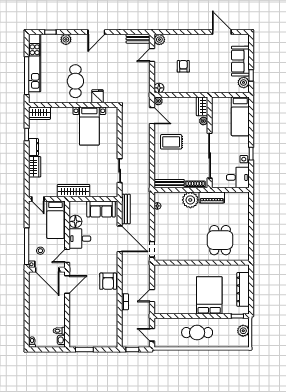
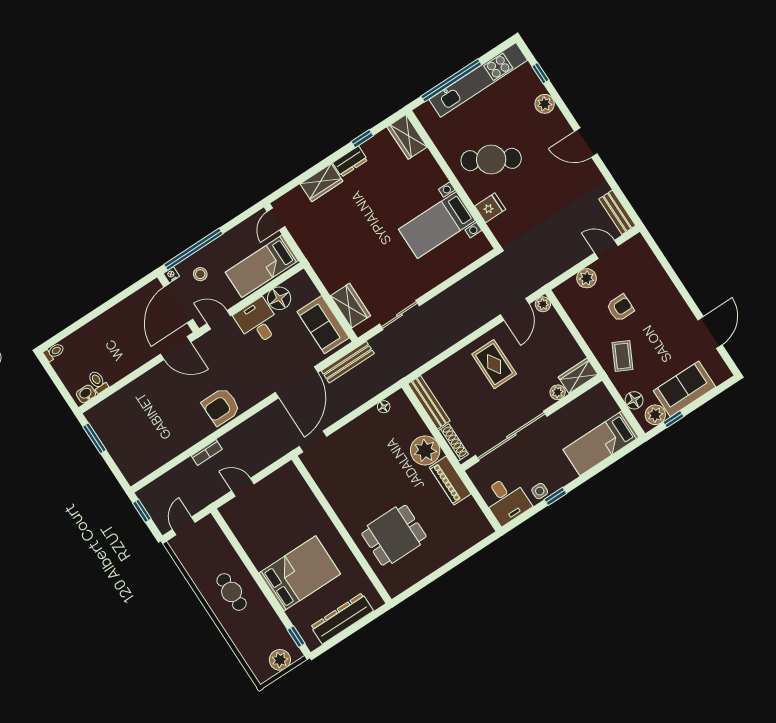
plant: (159, 40) -> (587, 278), moved
coffee table: (206, 80) -> (622, 356), added
cafe table: (75, 81) -> (491, 159), turned 30
floor lamp: (159, 88) -> (634, 400), moved
wardrobe: (73, 191) -> (350, 306), moved, width x0.67
cafe table: (197, 333) -> (232, 592), width x0.73, depth x0.74

